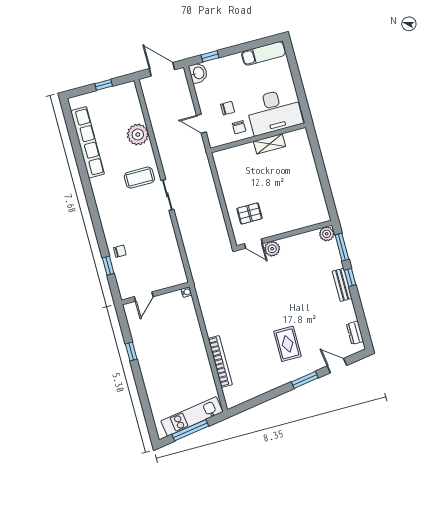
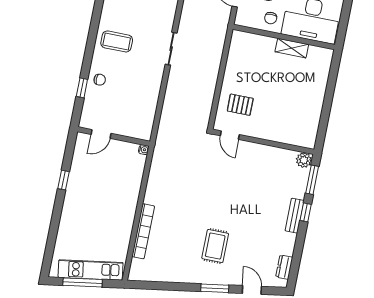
coffee table: (139, 178) -> (117, 41), moved
plant: (272, 249) -> (245, 149), removed

